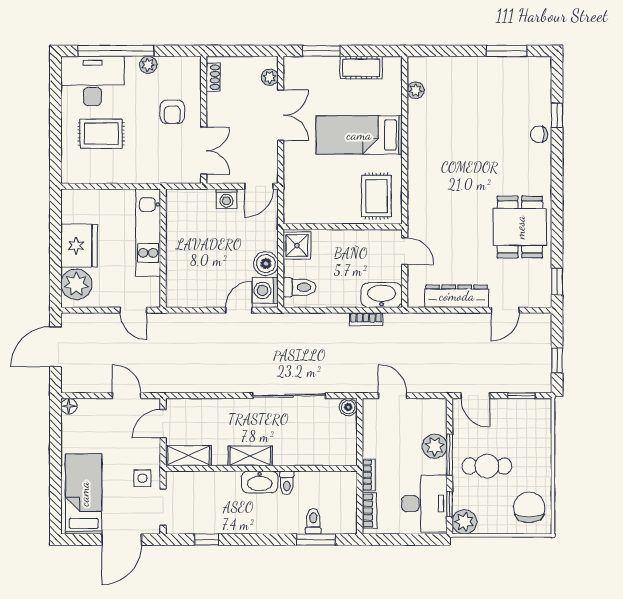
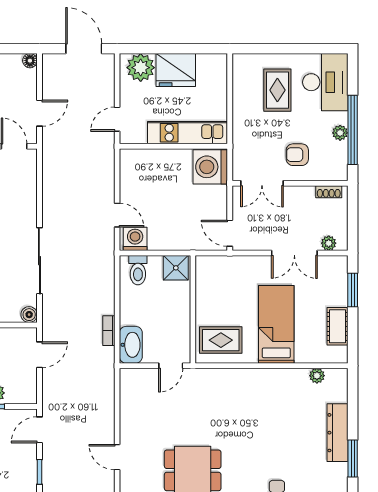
window: (116, 51) -> (353, 130), moved
washing machine: (226, 199) -> (210, 167), moved, width x1.89, depth x1.89
boiler: (266, 264) -> (159, 240), removed
dresser: (457, 296) -> (337, 433), moved, turned 180

